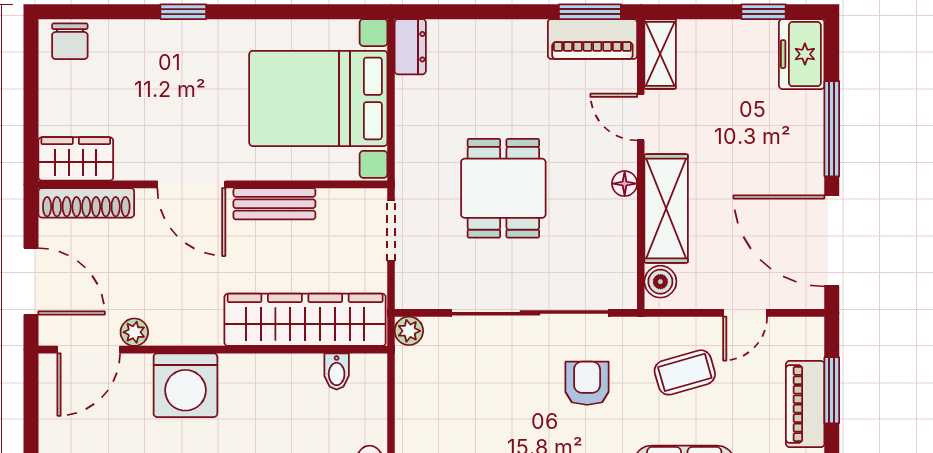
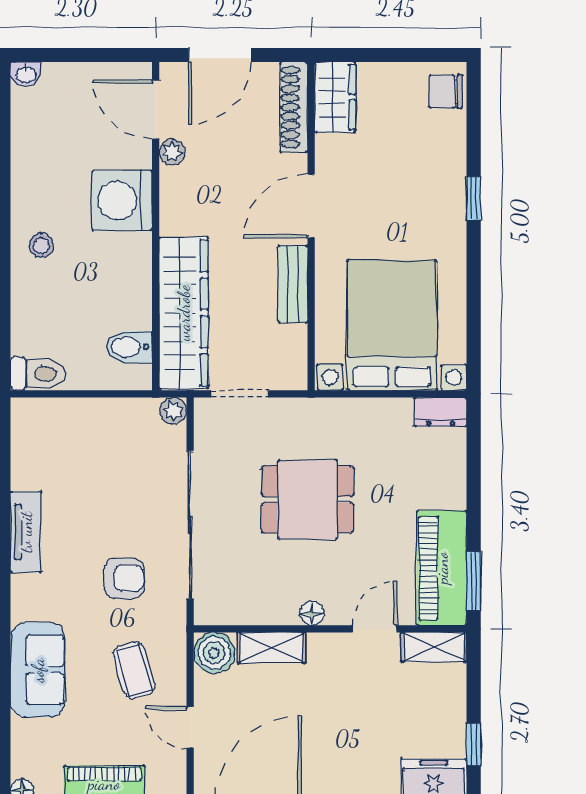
piano: (592, 39) -> (442, 568), width x1.37, depth x1.33
shelving: (666, 208) -> (271, 648), width x0.67, depth x0.75
doorway: (391, 231) -> (240, 394), moved
boiler: (660, 282) -> (214, 653), width x1.36, depth x1.36
bidet: (337, 371) -> (129, 347), width x1.38, depth x1.36

